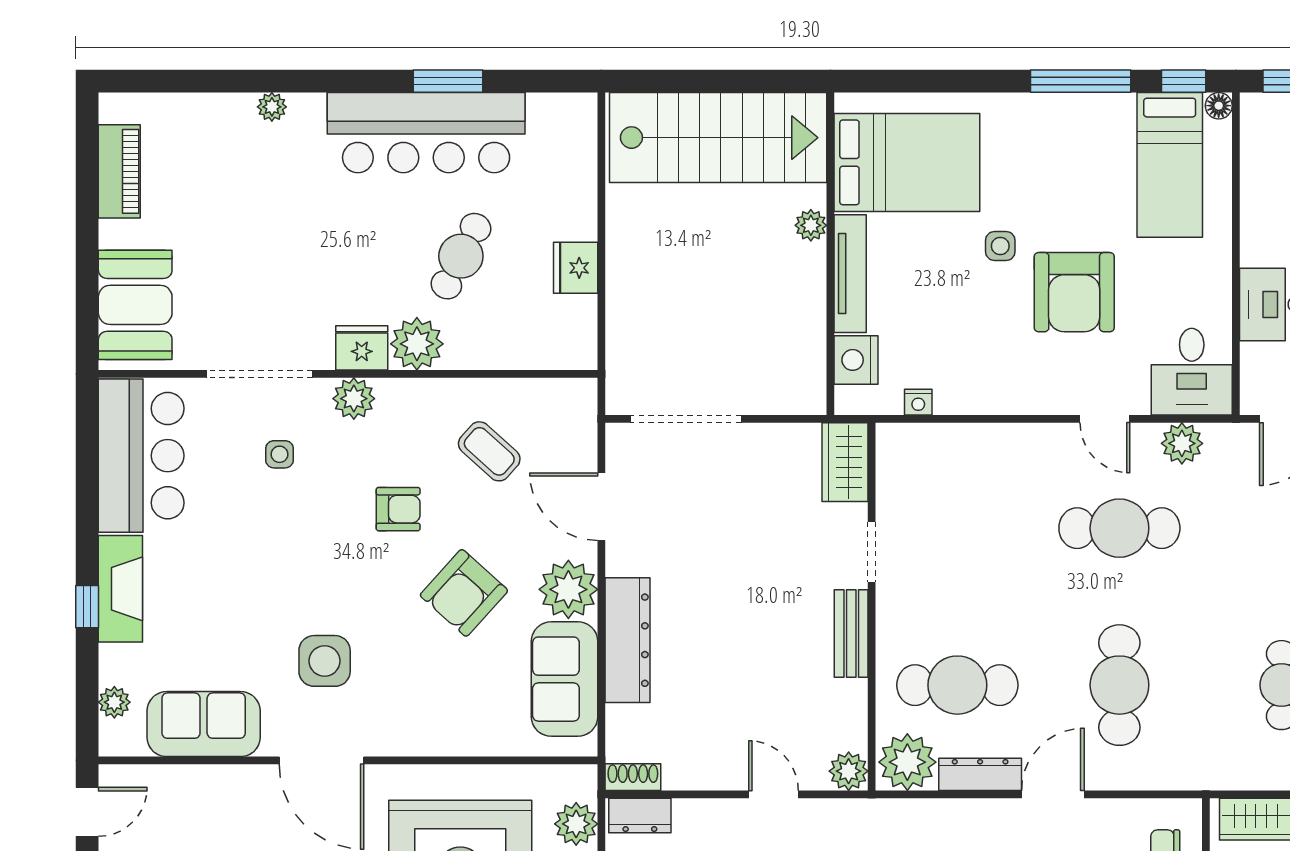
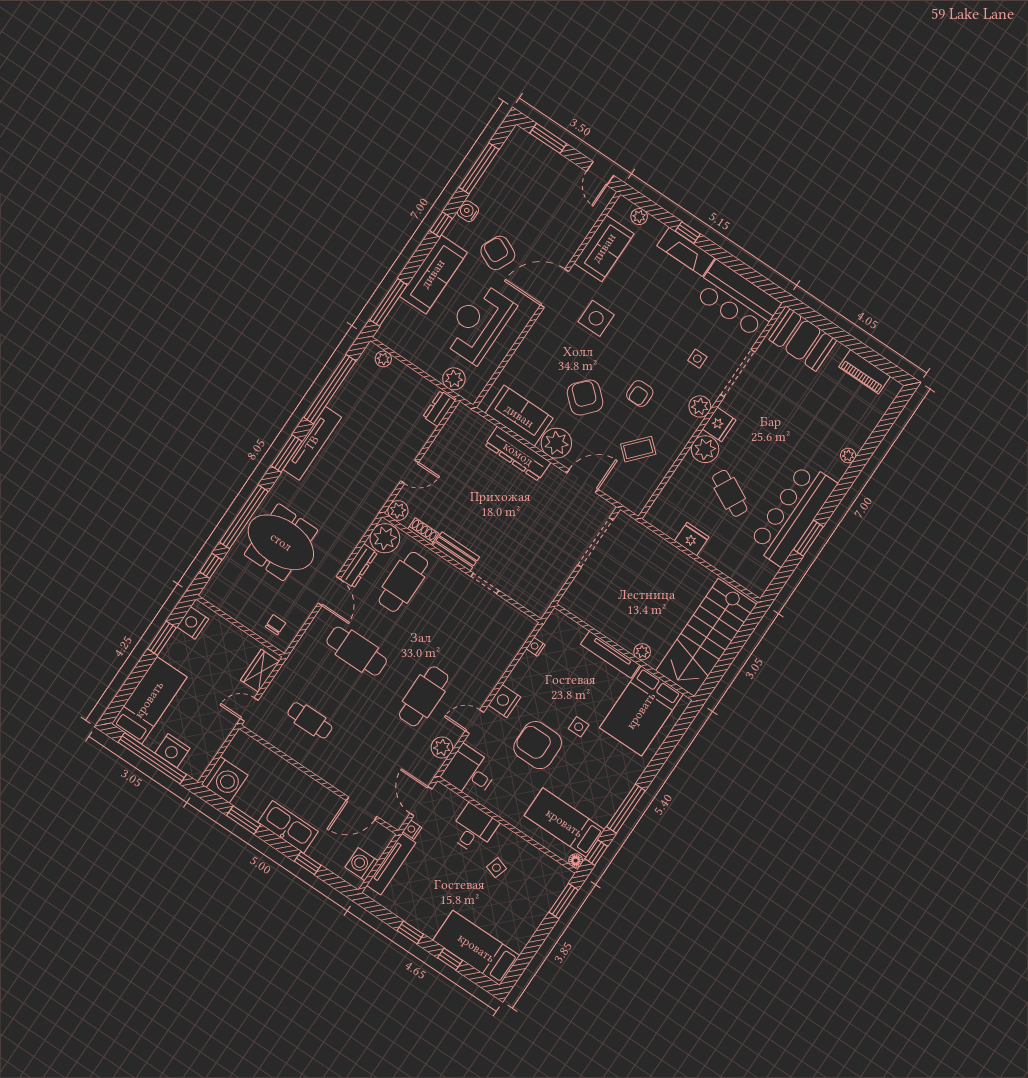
nightstand: (856, 360) -> (504, 701), moved, turned -90
wardrobe: (845, 462) -> (531, 598), removed
shoe rack: (633, 777) -> (423, 531), moved, turned -90

